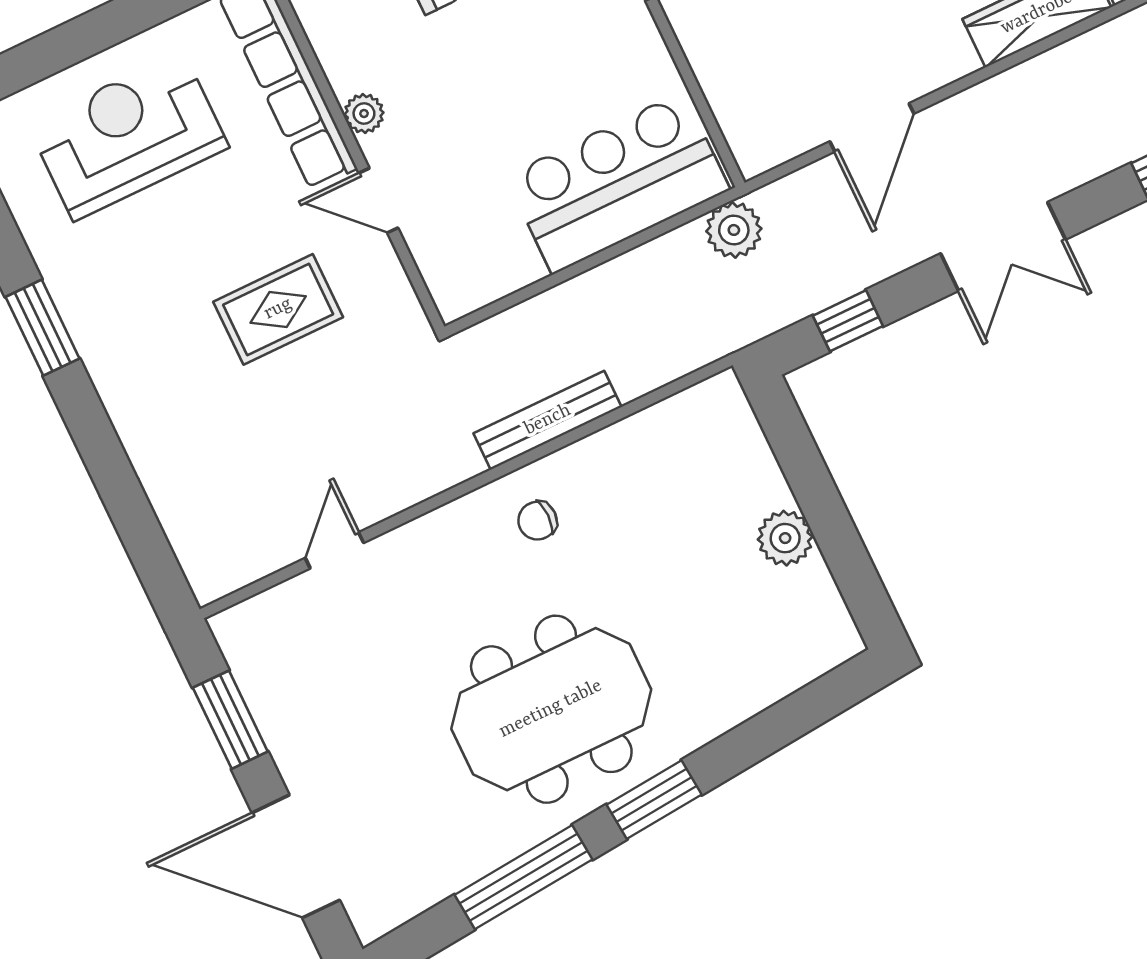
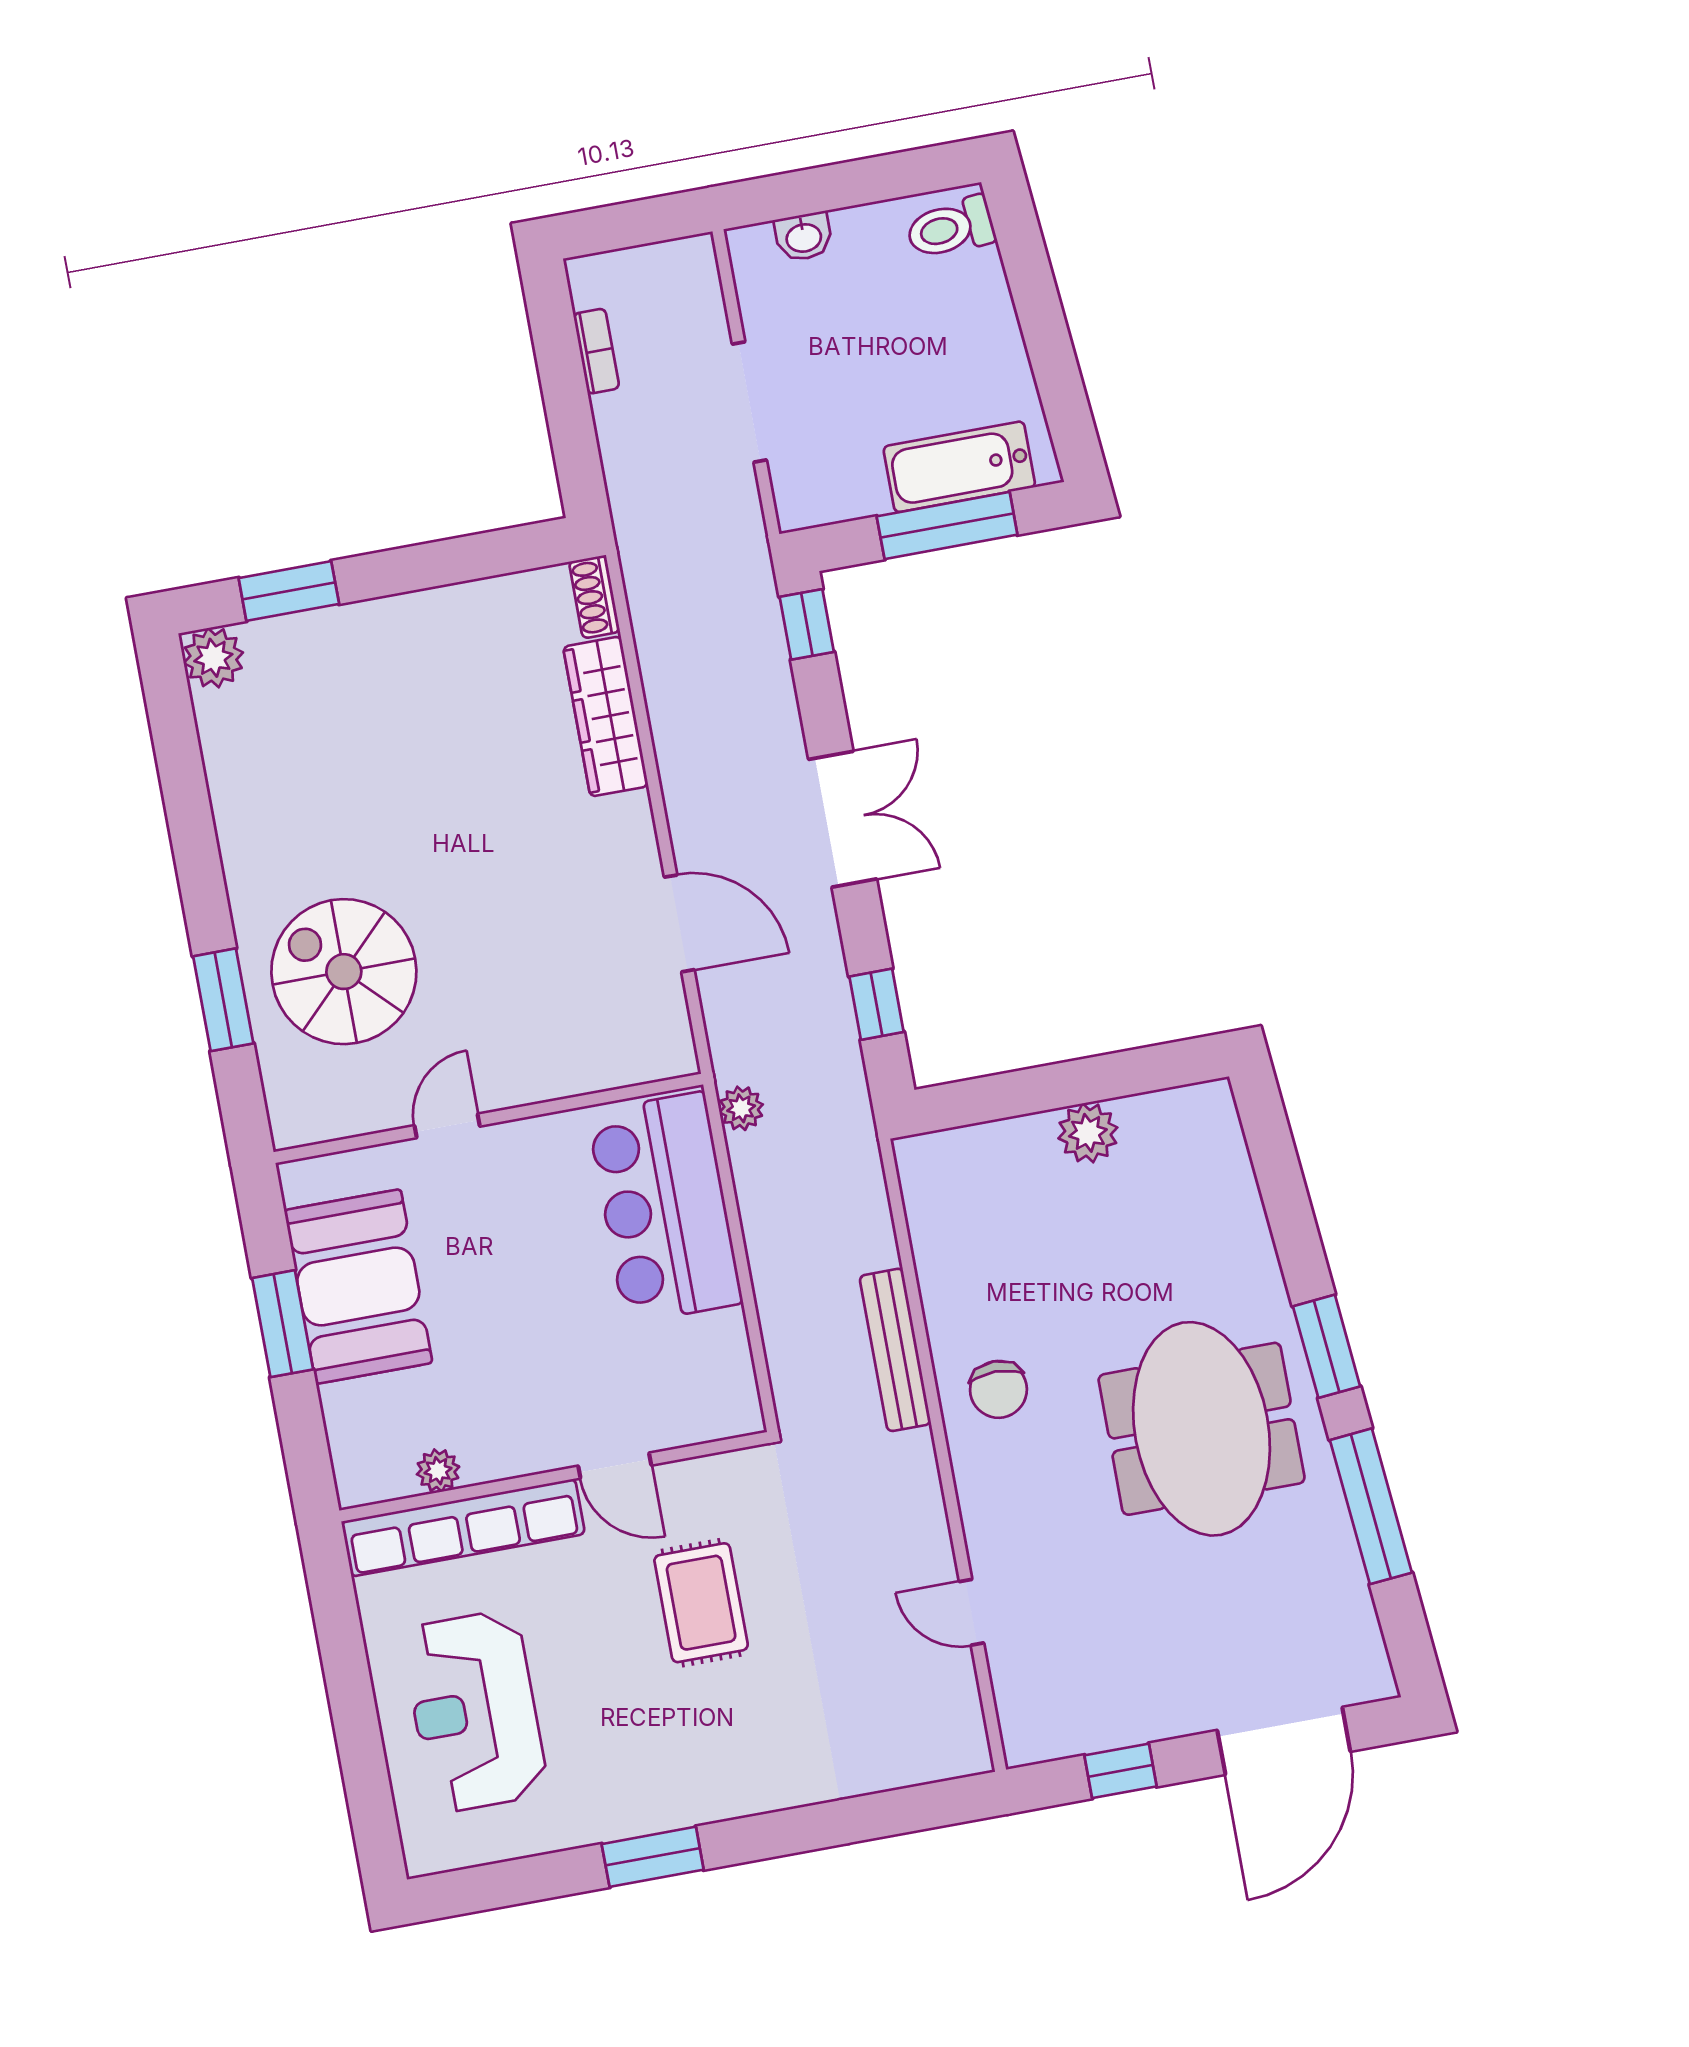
plant: (364, 114) -> (438, 1471), moved
door: (378, 201) -> (615, 1466), hinge flipped
plant: (734, 230) -> (741, 1108), width x0.73, depth x0.73
chair: (537, 521) -> (998, 1389), width x1.37, depth x1.37
window: (230, 720) -> (1120, 1771), width x0.67

